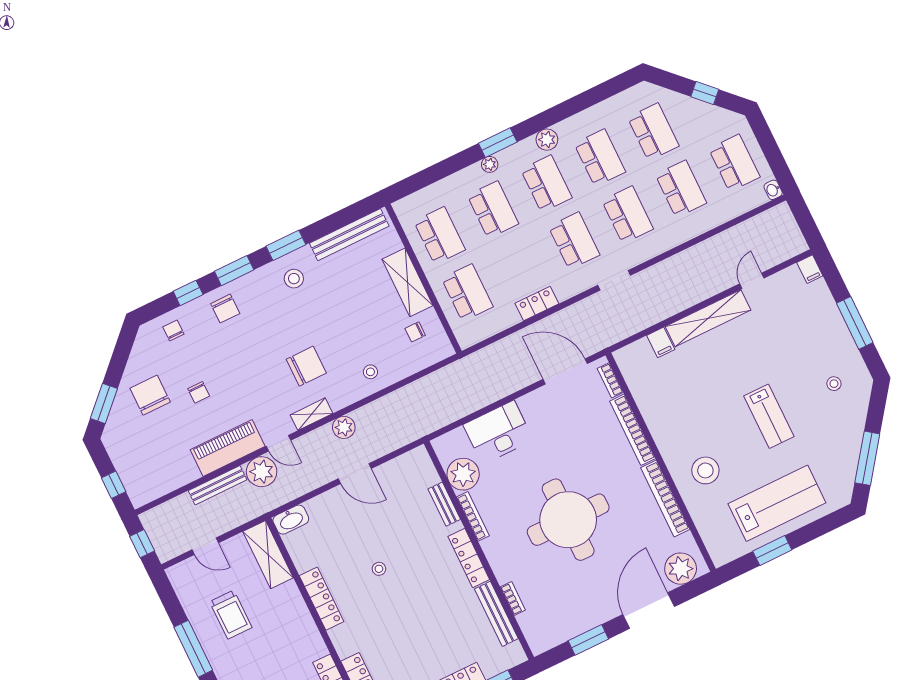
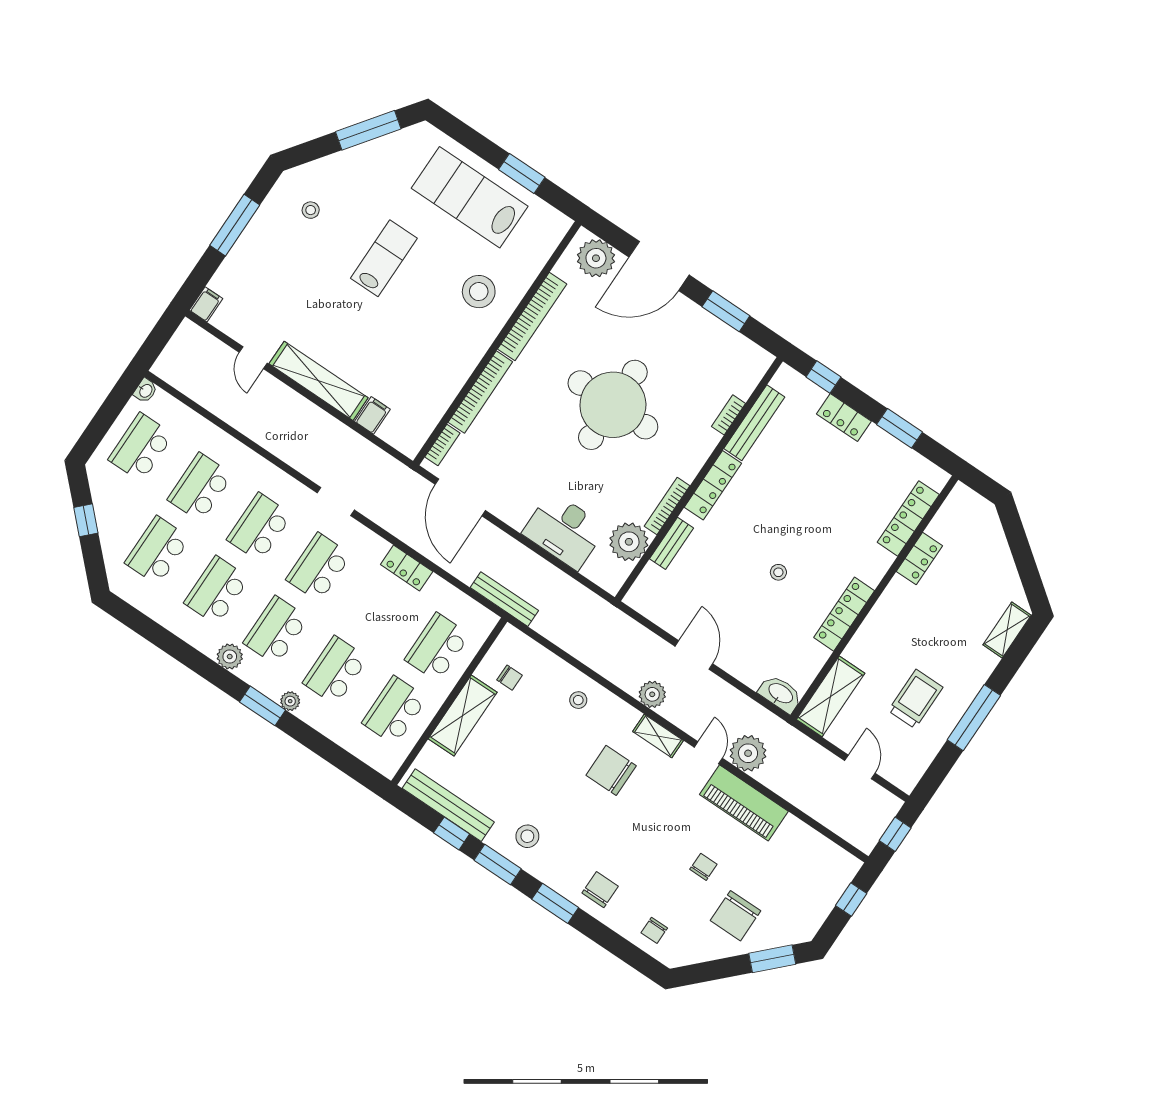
door: (752, 281) -> (253, 358), hinge flipped
window: (188, 293) -> (452, 833), moved
bench: (218, 485) -> (504, 599), moved

